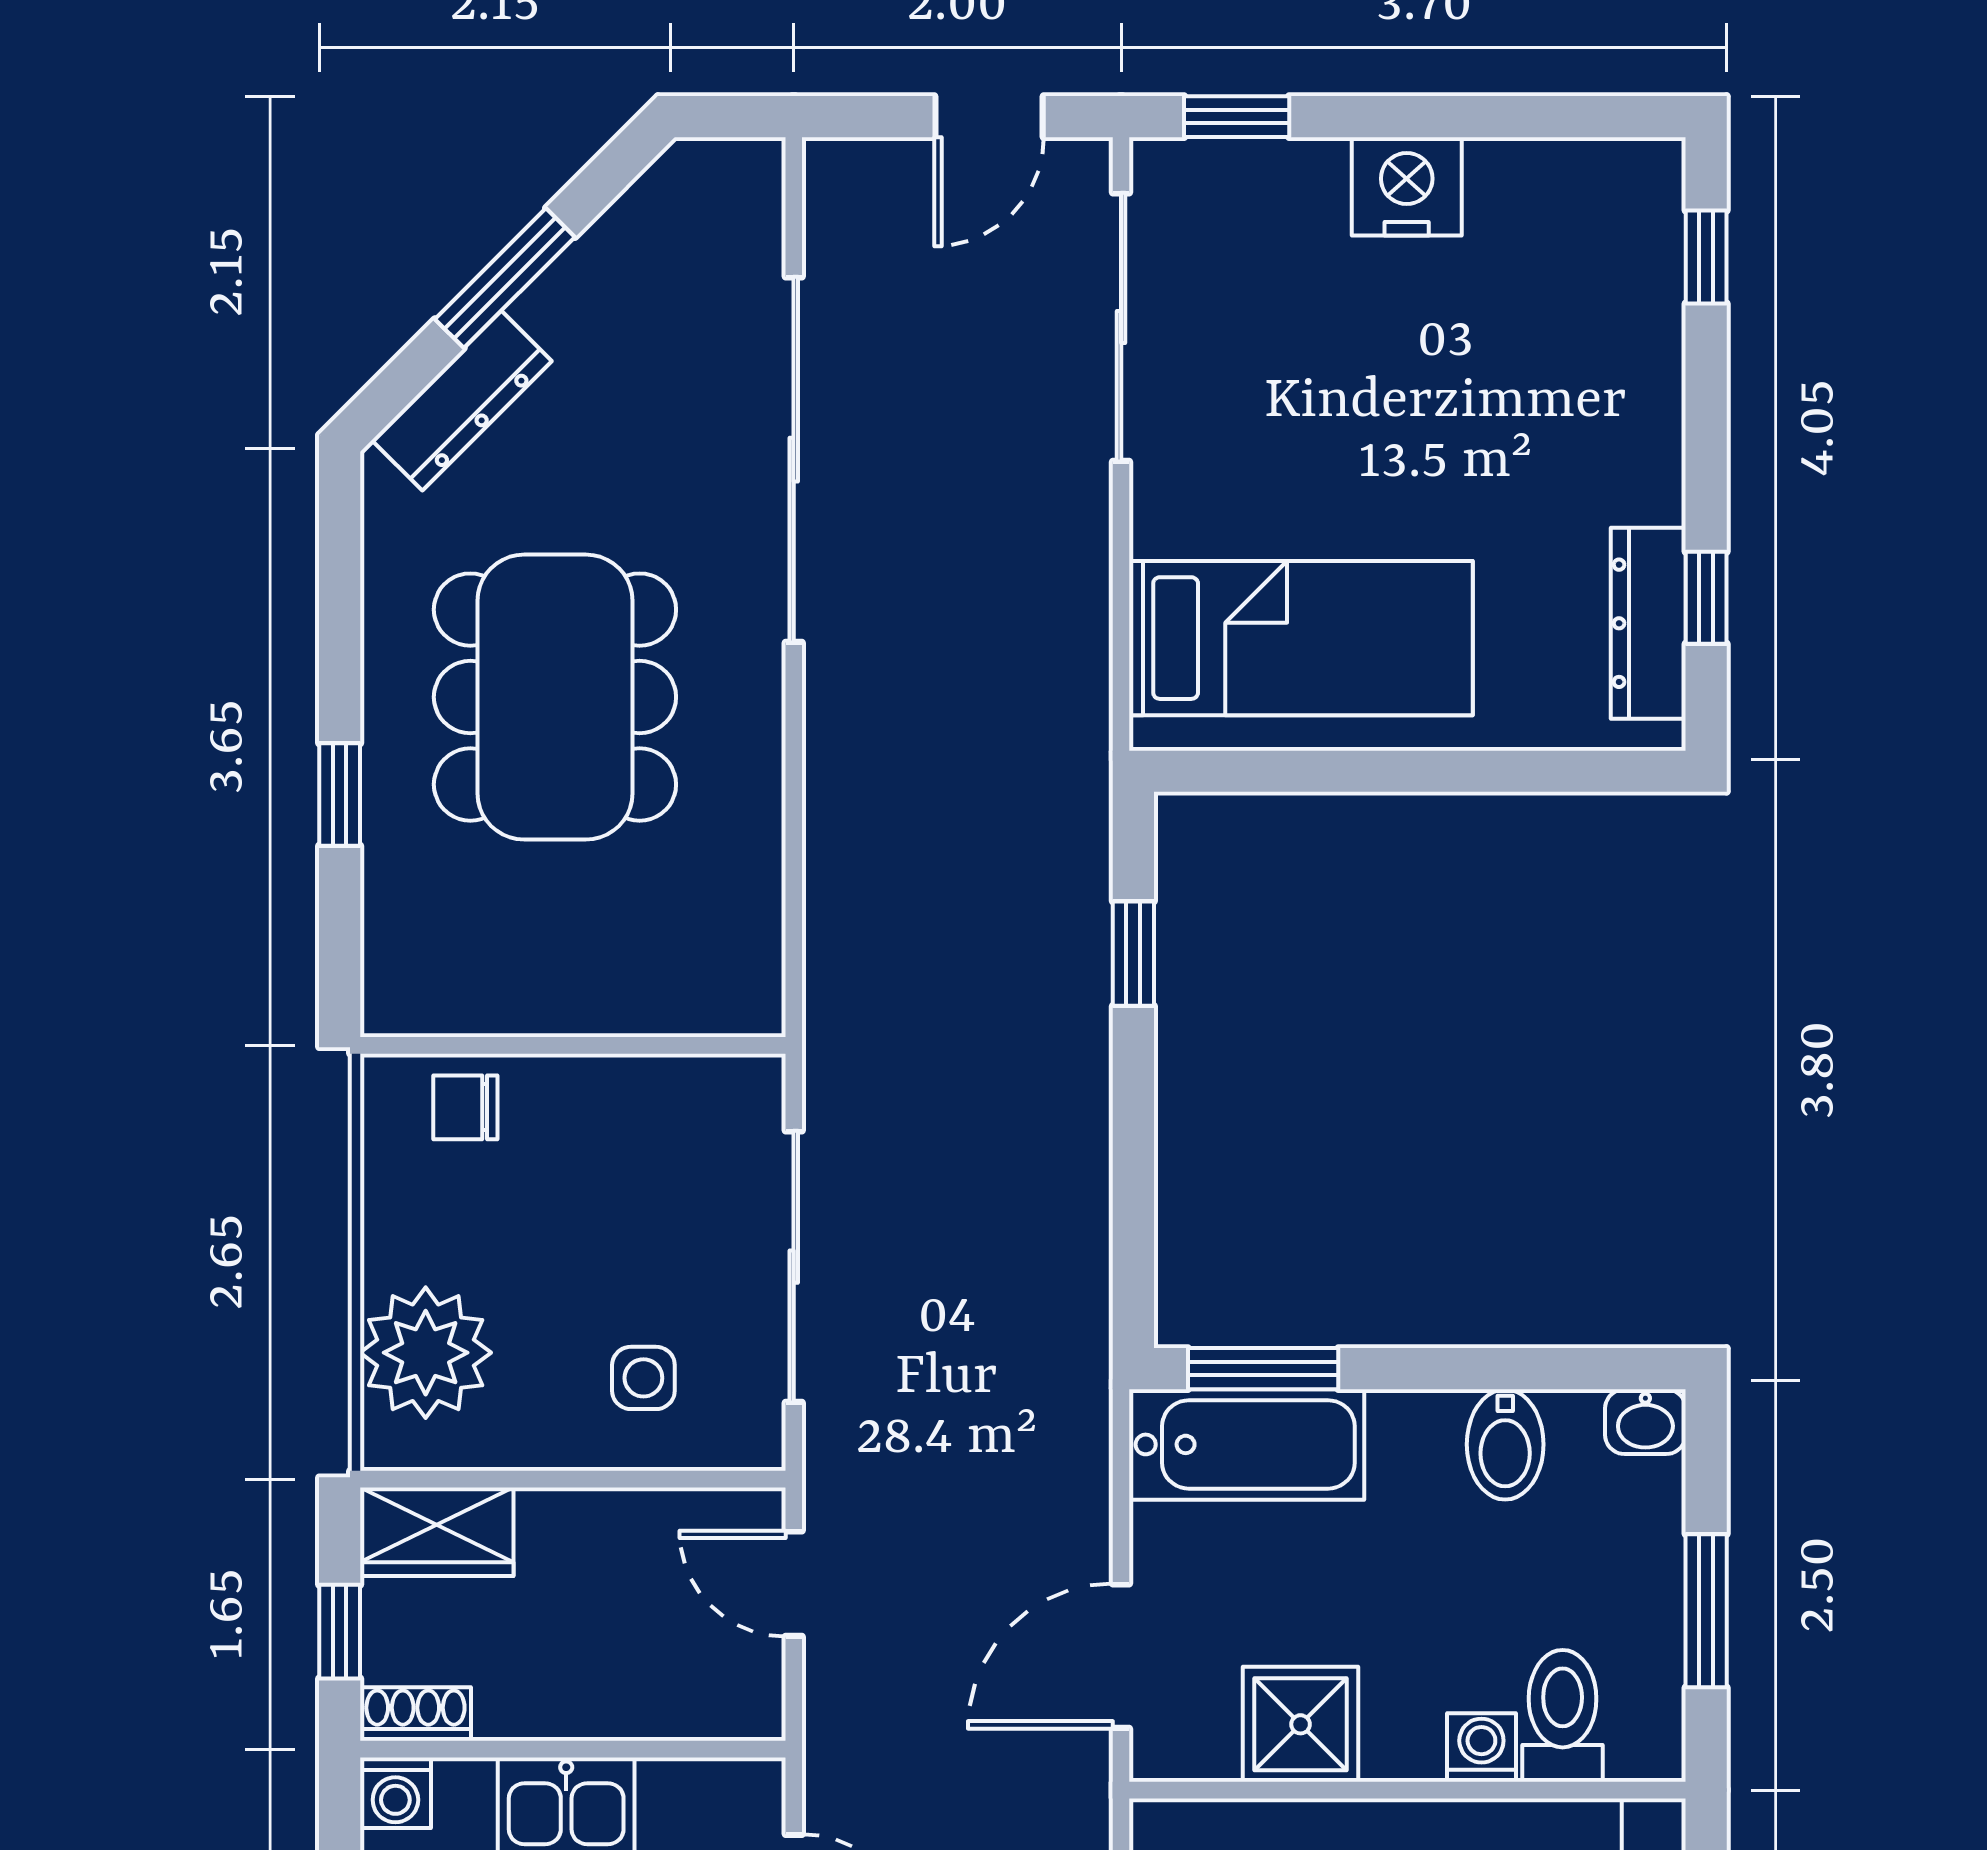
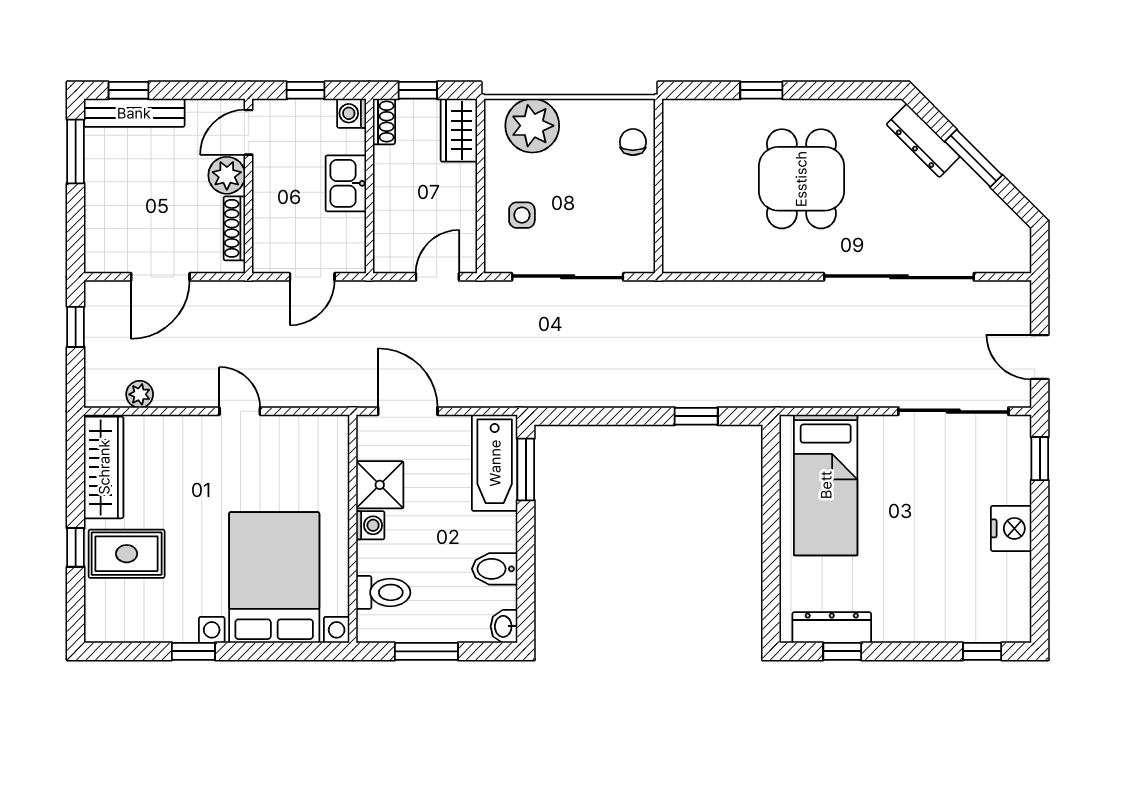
dining table: (555, 697) -> (801, 179), width x0.73
washing machine: (1481, 1747) -> (370, 525), moved

